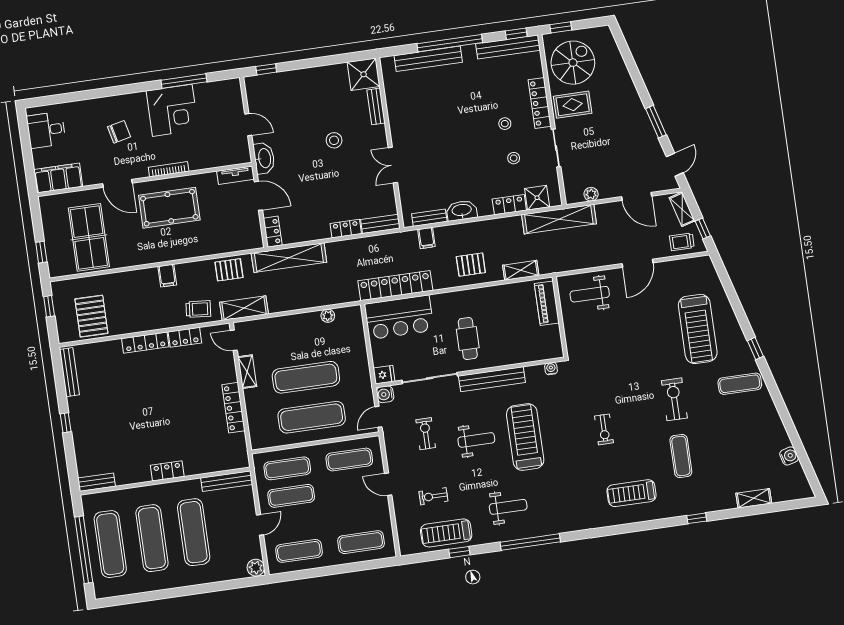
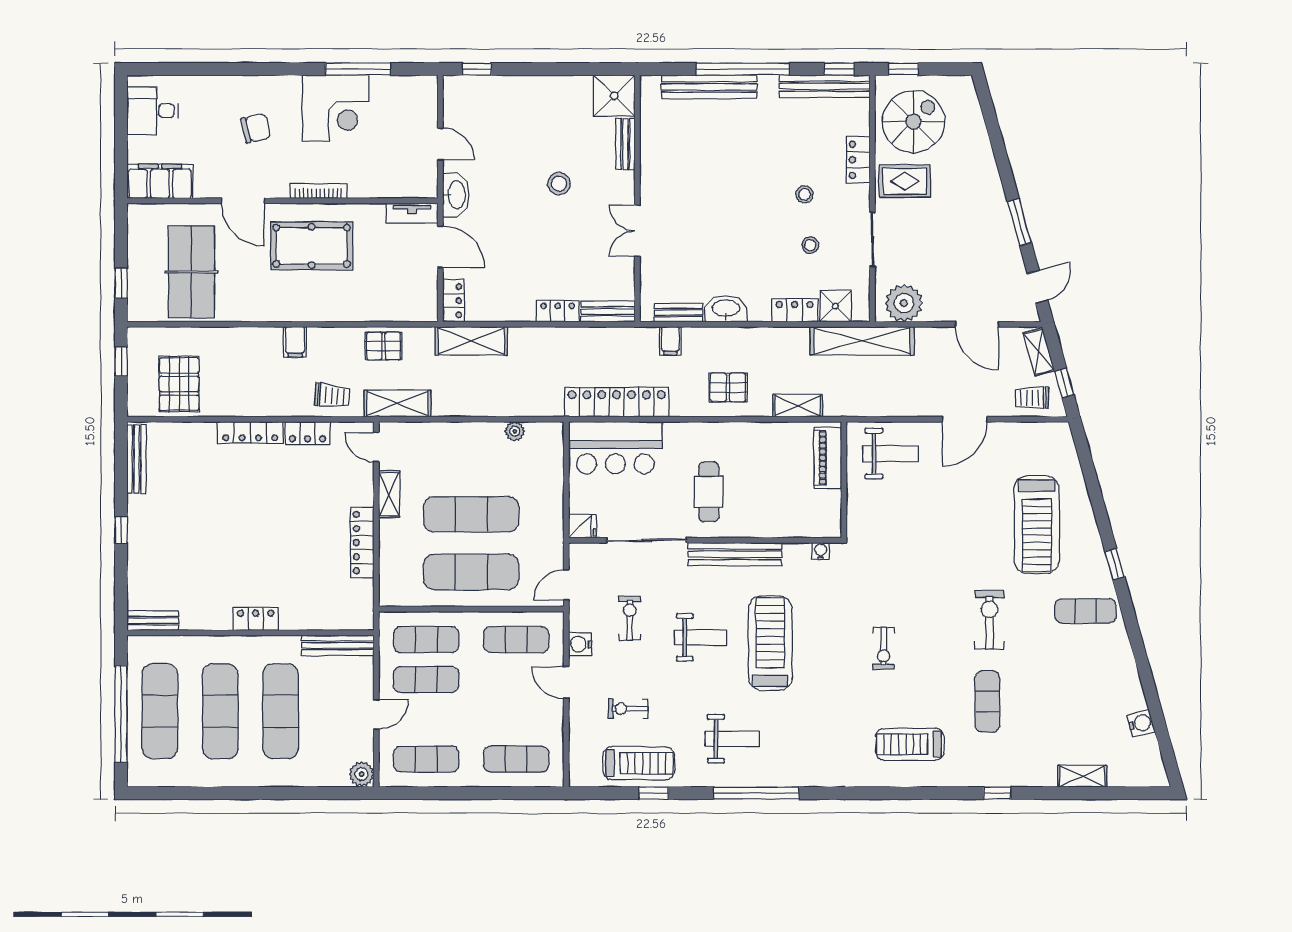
locker: (540, 103) -> (858, 160), width x0.66
plant: (591, 194) -> (904, 303), width x1.87, depth x1.87
shelving: (289, 258) -> (471, 341), width x0.68
weight bench: (590, 294) -> (891, 454), turned 180
water cooler: (385, 394) -> (580, 644), moved
treadmill: (446, 533) -> (639, 763), turned 180

